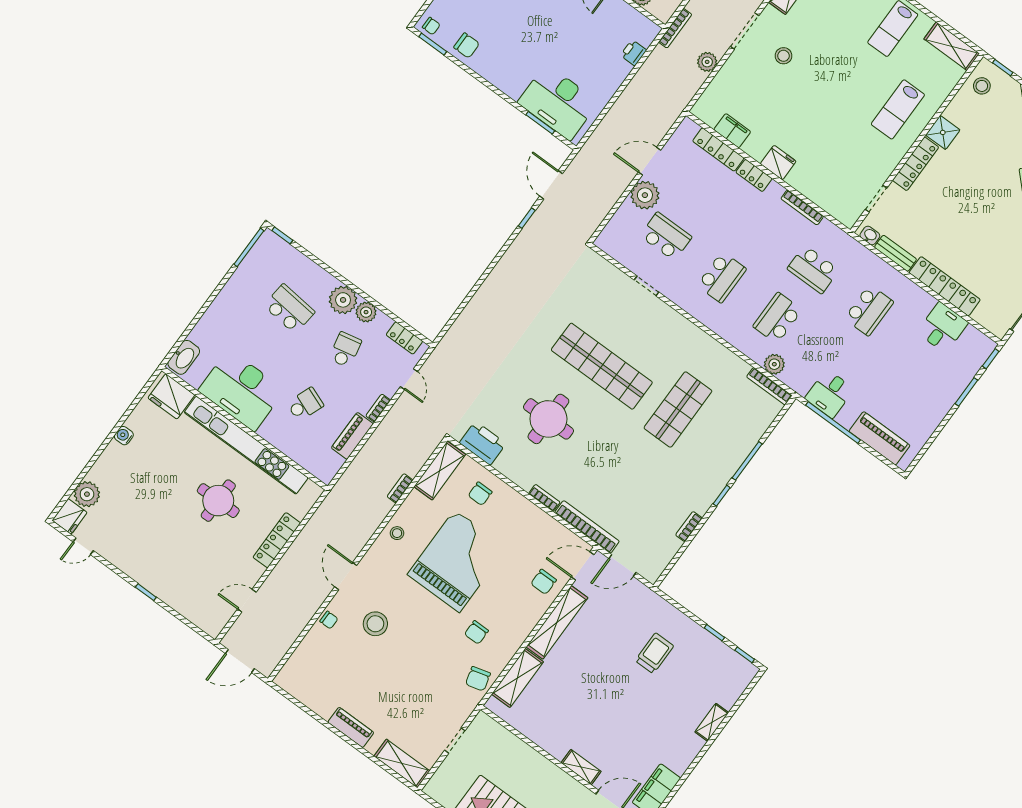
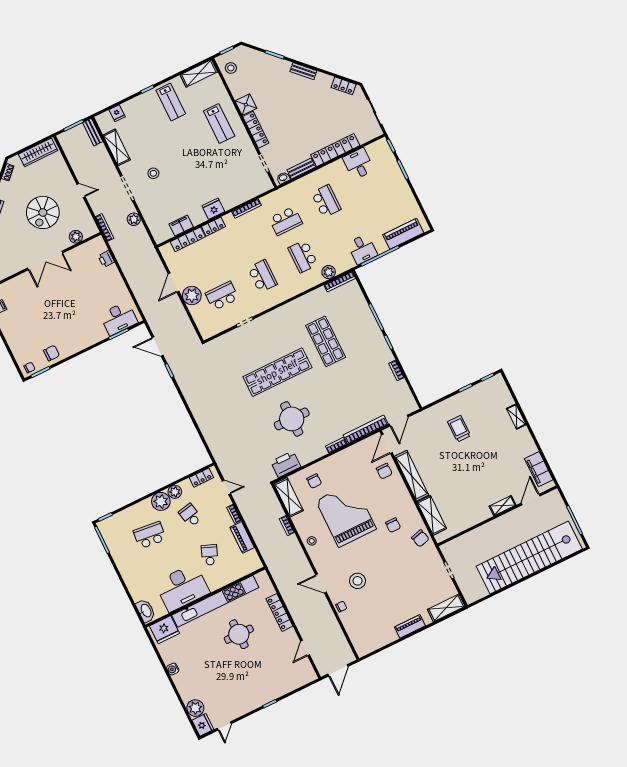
desk: (558, 102) -> (119, 318), width x0.73, depth x0.77

